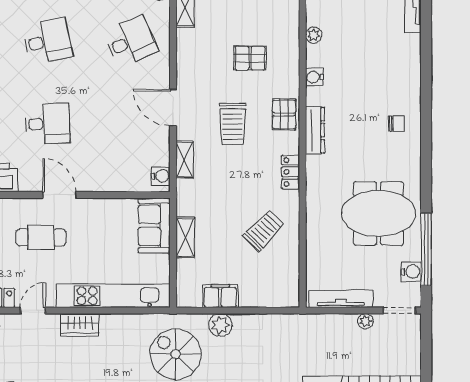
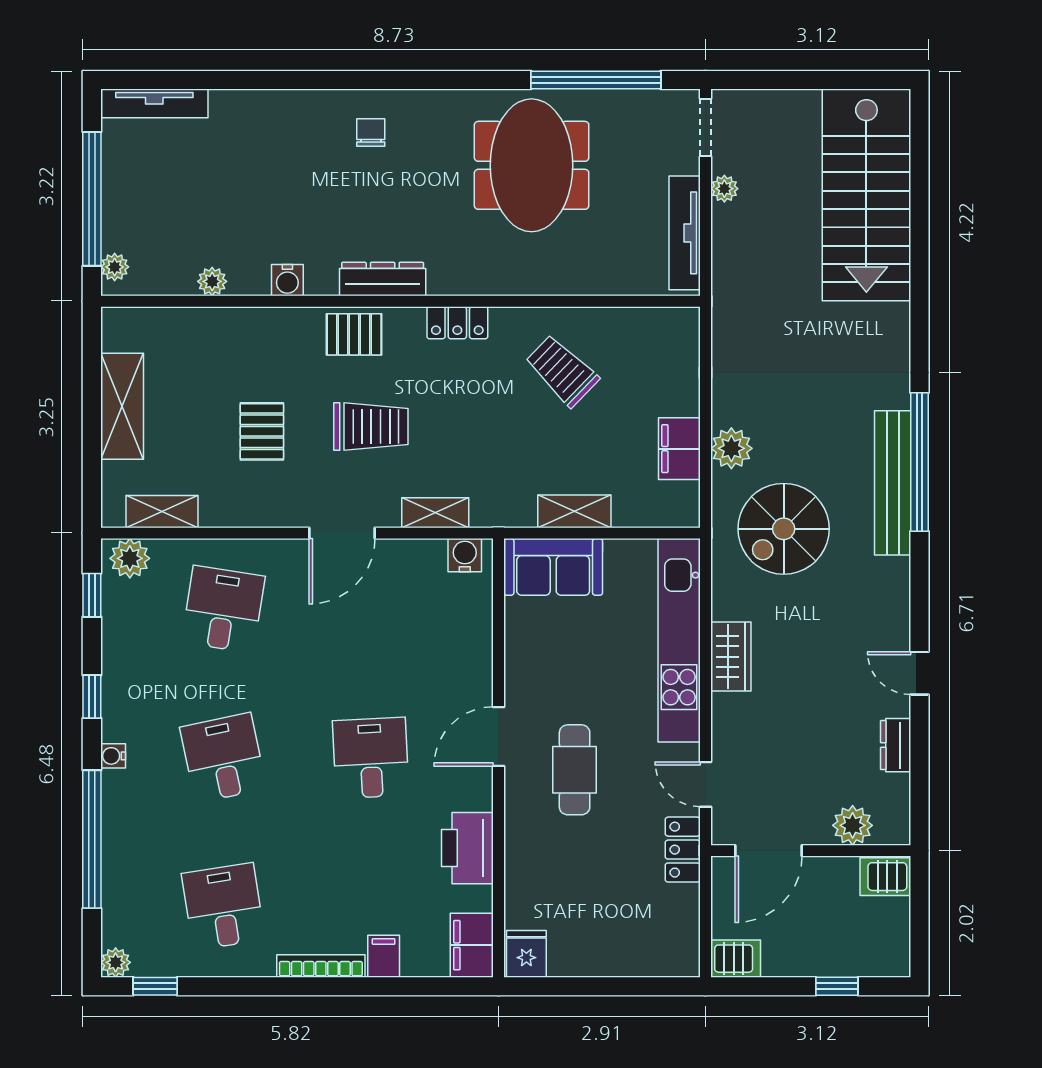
desk: (131, 41) -> (223, 609), turned 33
pallet: (250, 58) -> (262, 431), moved
water cooler: (411, 272) -> (636, 107), removed
wardrobe: (80, 325) -> (731, 657), moved

